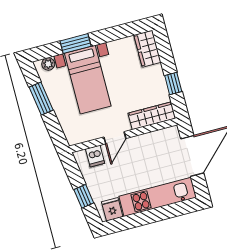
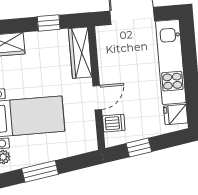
door: (115, 138) -> (97, 98), hinge flipped
window: (84, 196) -> (139, 147), moved

